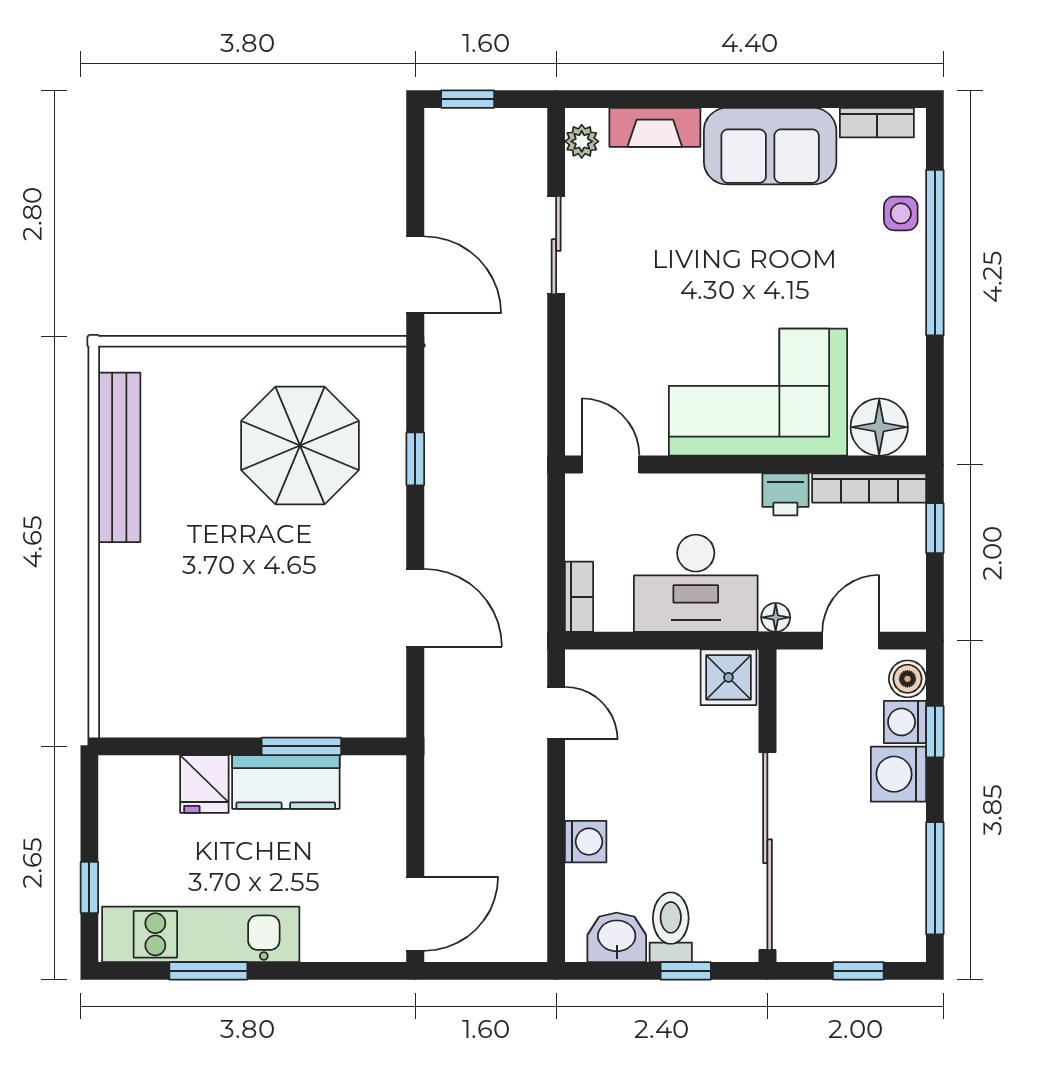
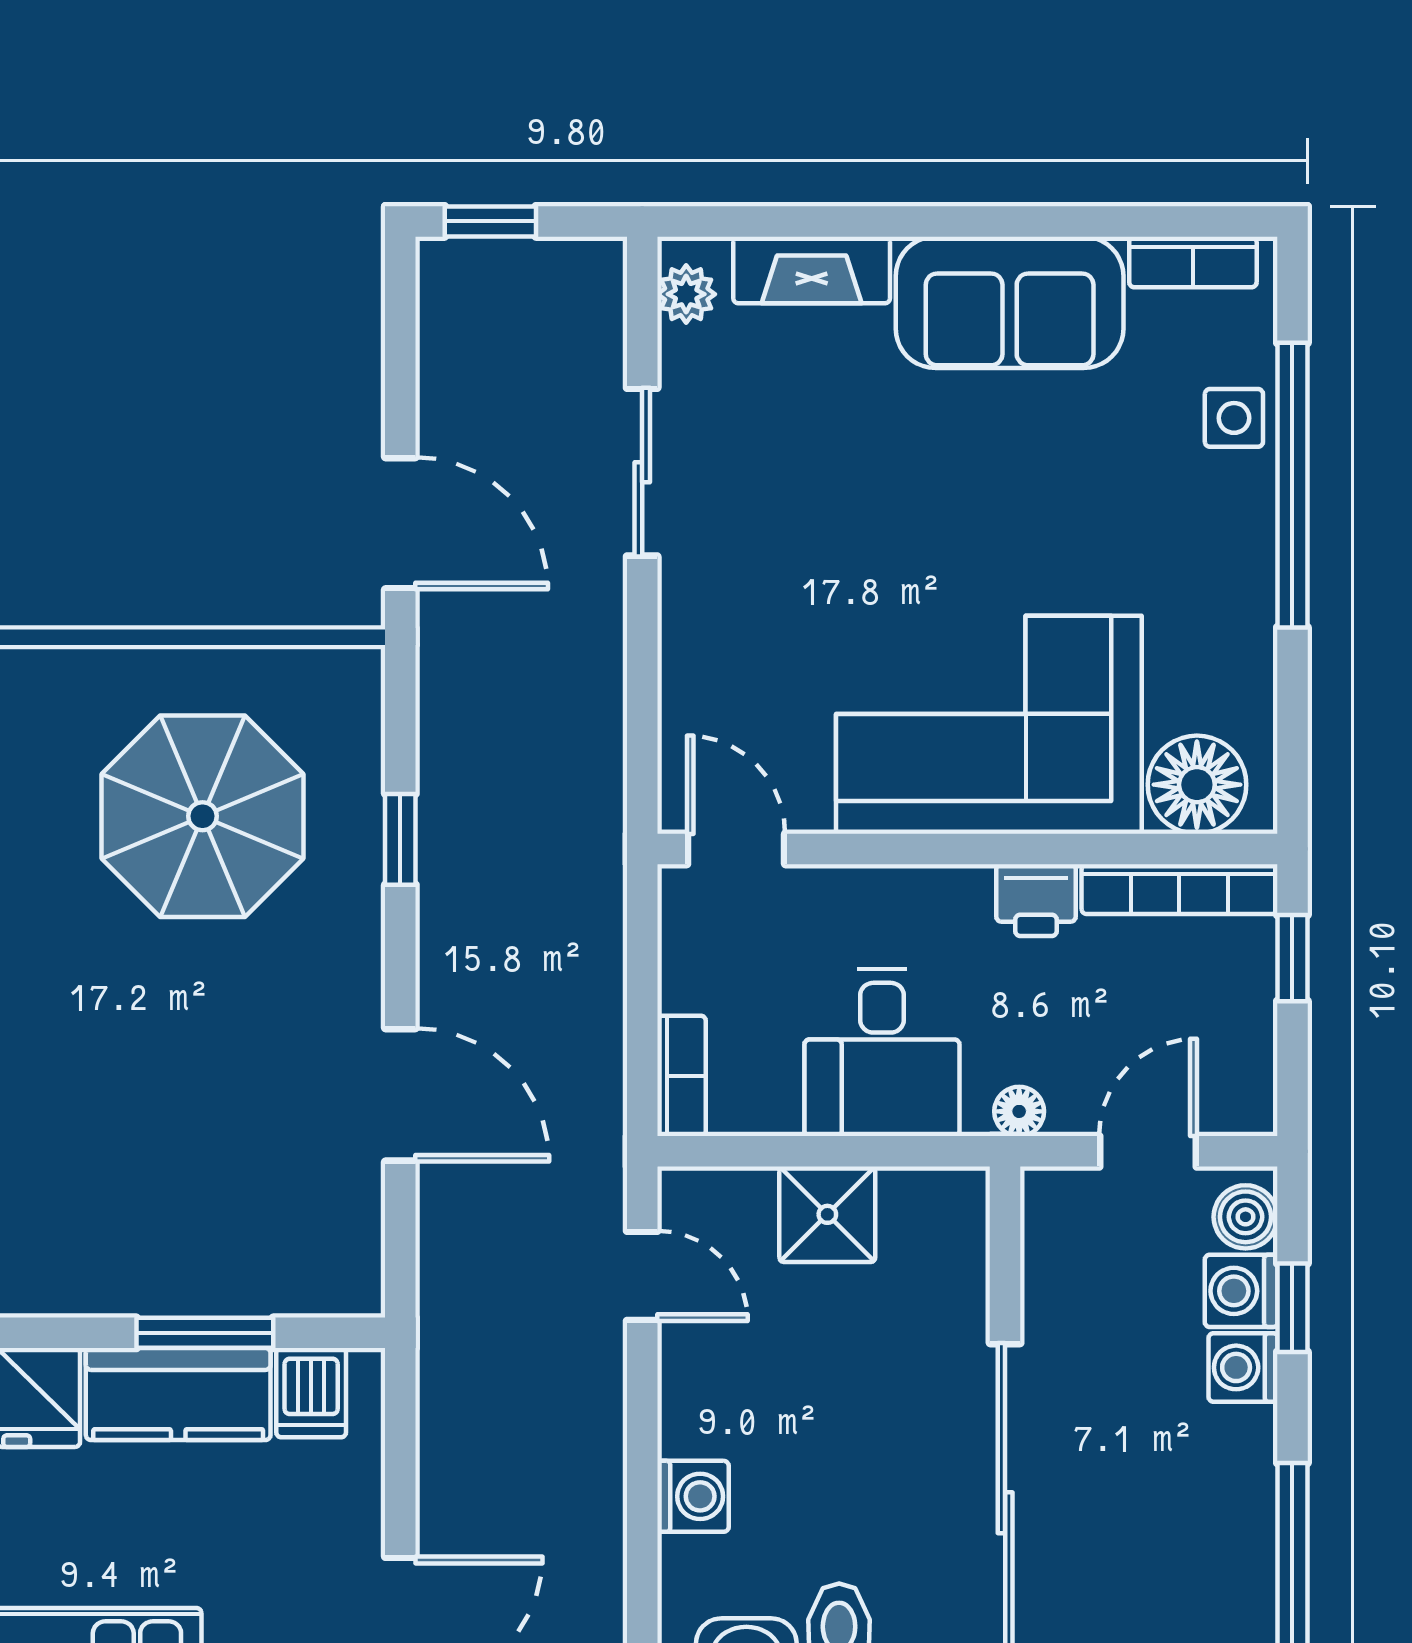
desk: (696, 583) -> (882, 1053), width x0.73
shower: (728, 677) -> (827, 1214), moved
washing machine: (898, 774) -> (1243, 1367), width x0.73, depth x0.73
dishwasher: (363, 781) -> (311, 1393), added

